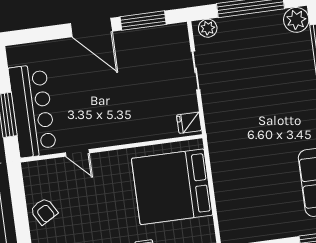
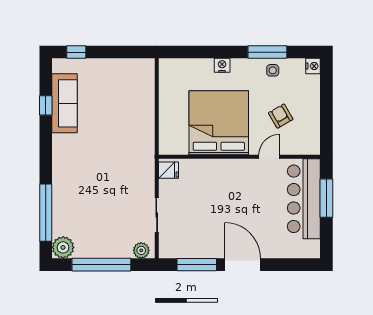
door: (77, 153) -> (269, 157), hinge flipped
bed: (172, 187) -> (219, 123), moved, turned -90
armchair: (44, 211) -> (281, 116), moved

